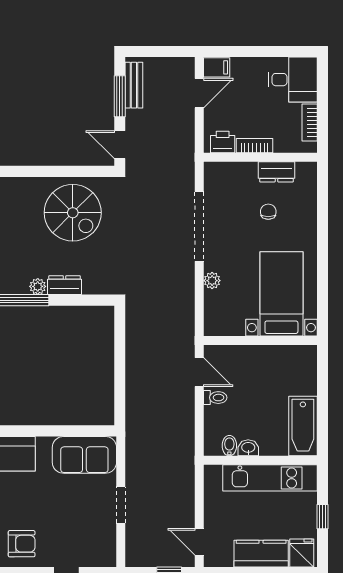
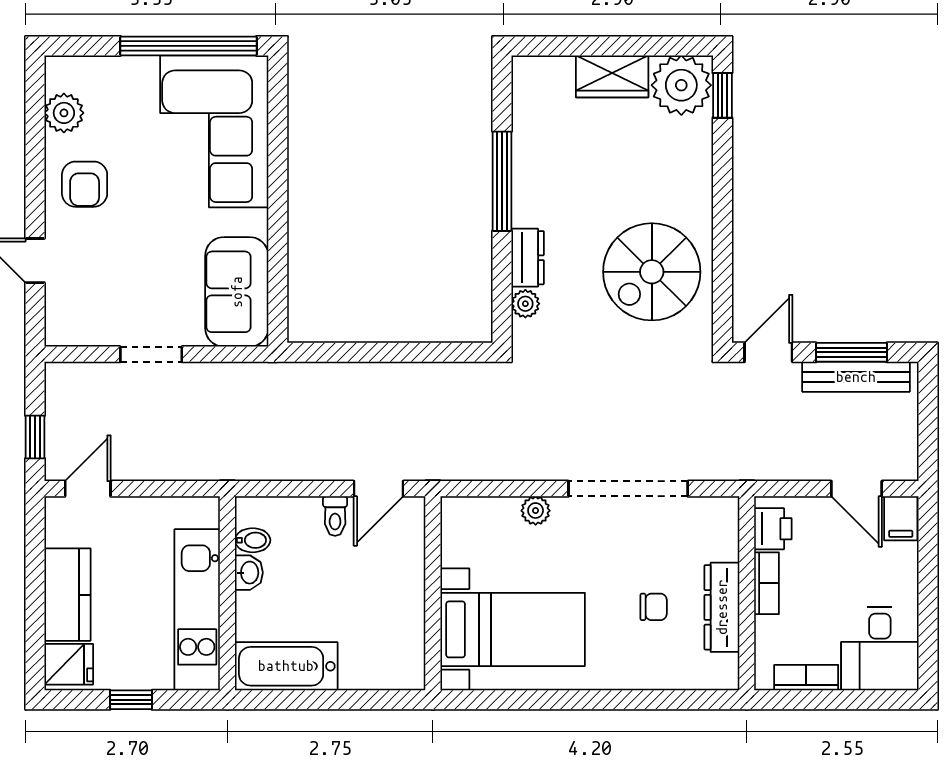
bench: (134, 85) -> (856, 377), width x1.36
dresser: (276, 172) -> (722, 607), width x1.44
plant: (38, 286) -> (525, 304), moved

